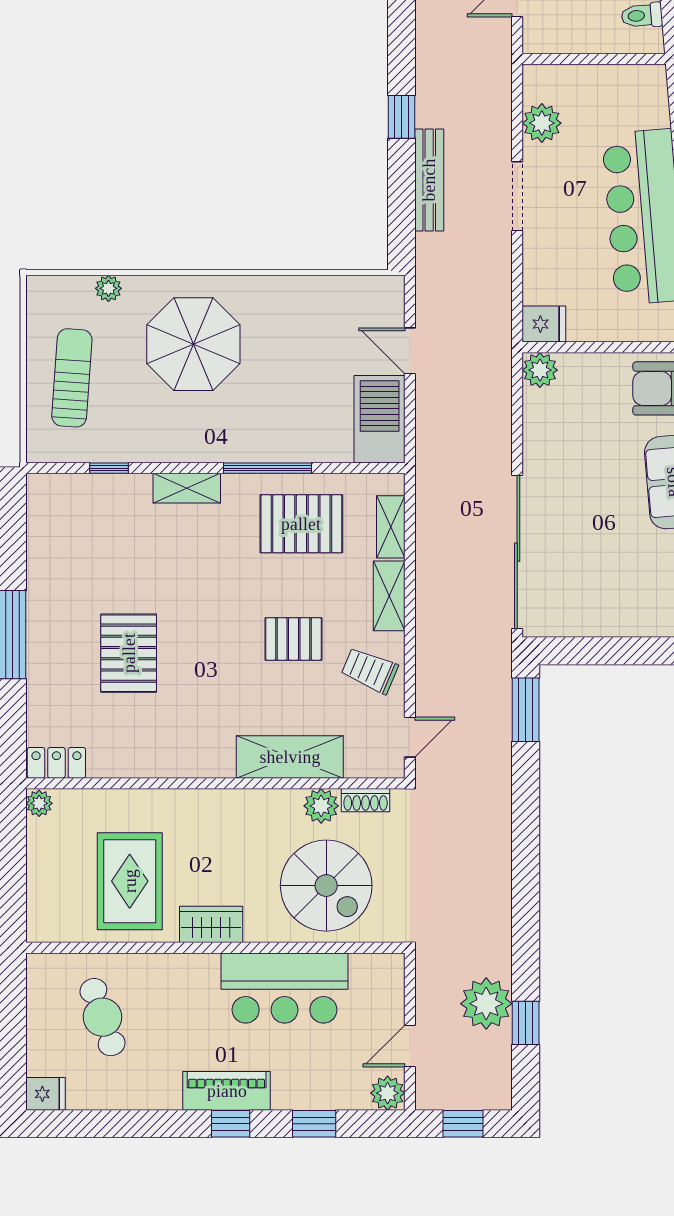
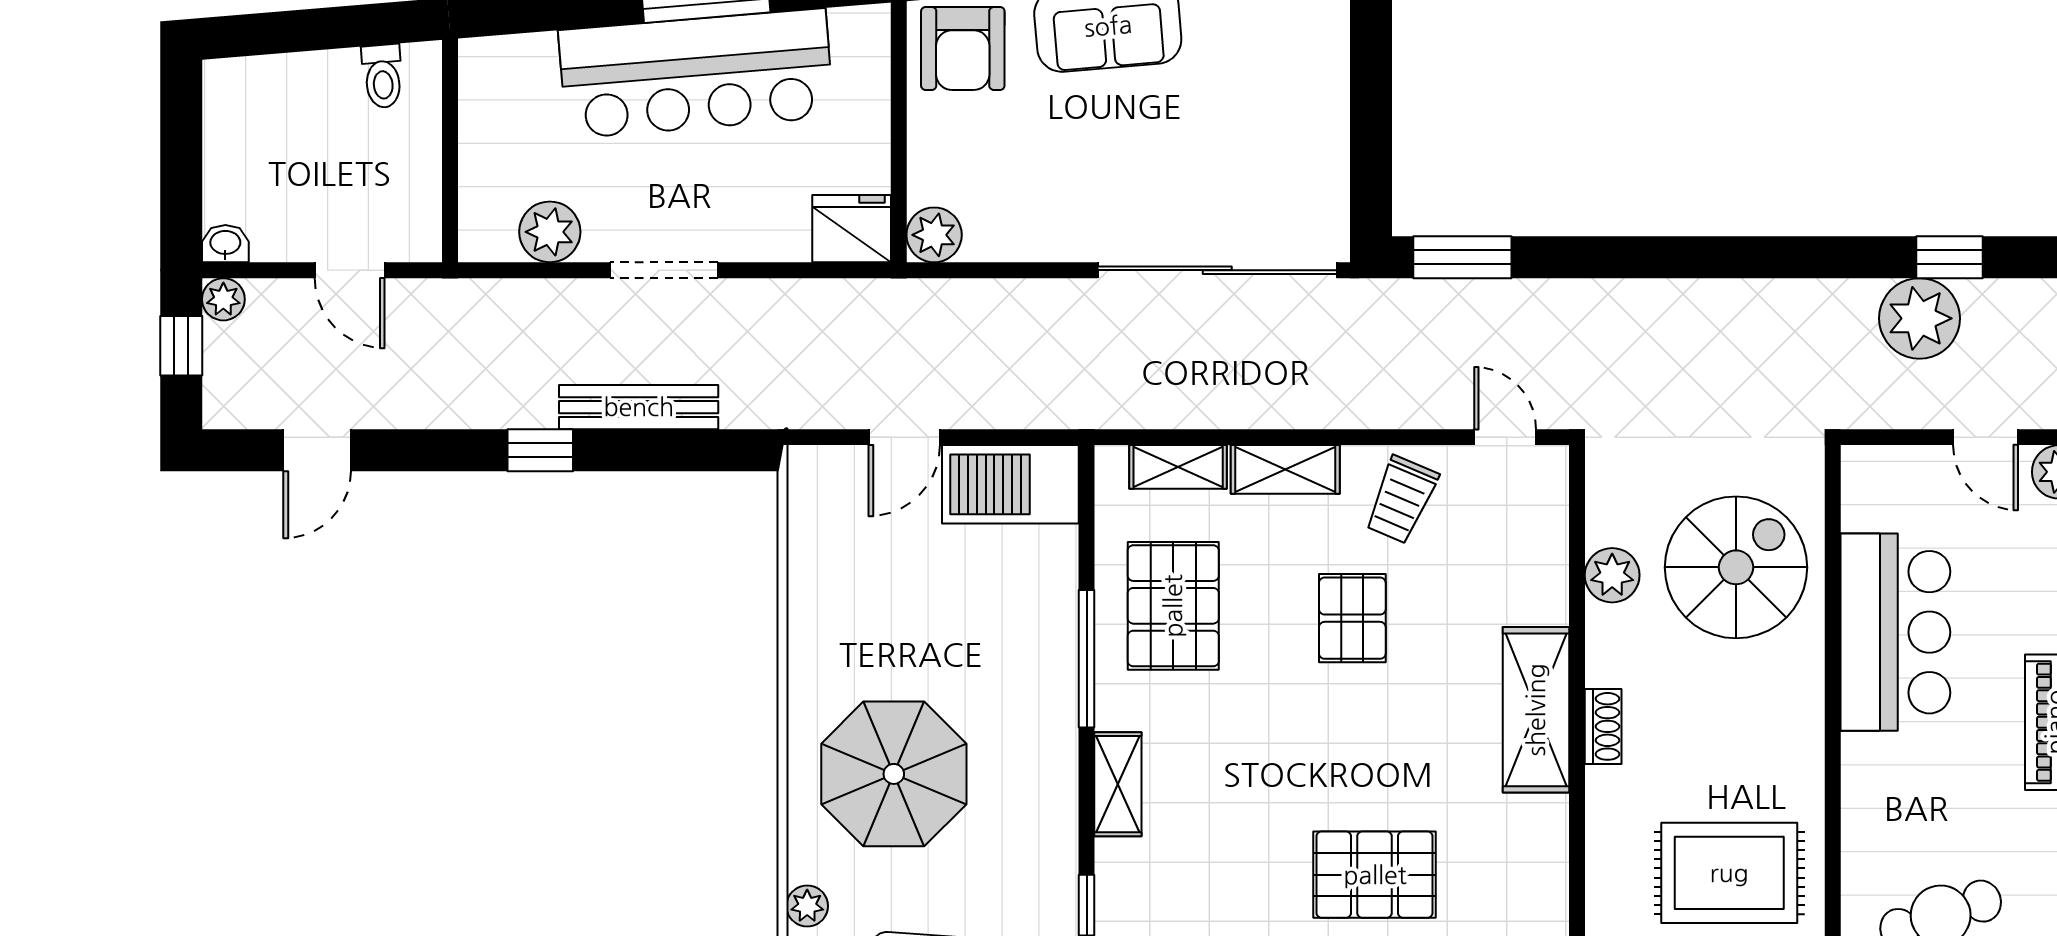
fridge: (544, 324) -> (852, 229), width x1.38
shelving: (290, 757) -> (1536, 710), moved
shoe rack: (366, 800) -> (1603, 726), moved
wardrobe: (211, 924) -> (1796, 746), removed

